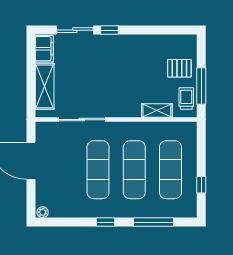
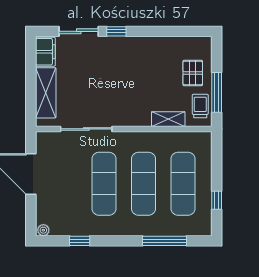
pallet: (179, 68) -> (193, 73), turned 90
window: (105, 222) -> (80, 241), moved

